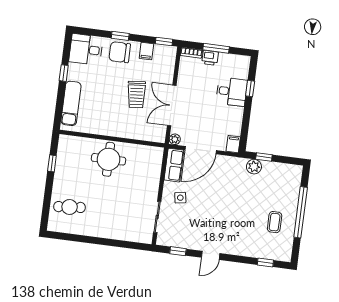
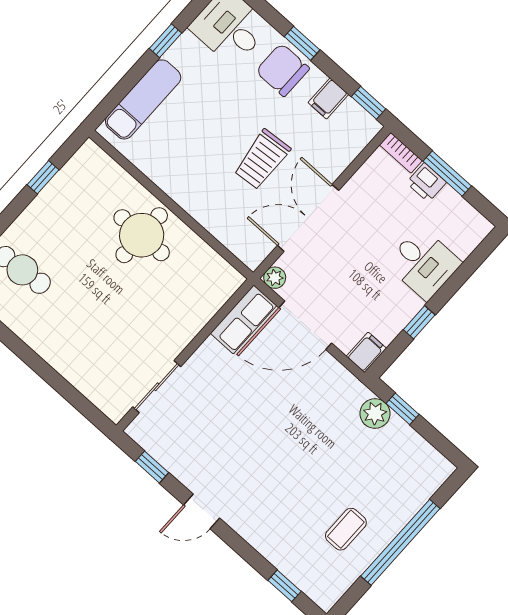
window: (250, 88) -> (419, 322), moved
side table: (180, 198) -> (217, 381), removed

